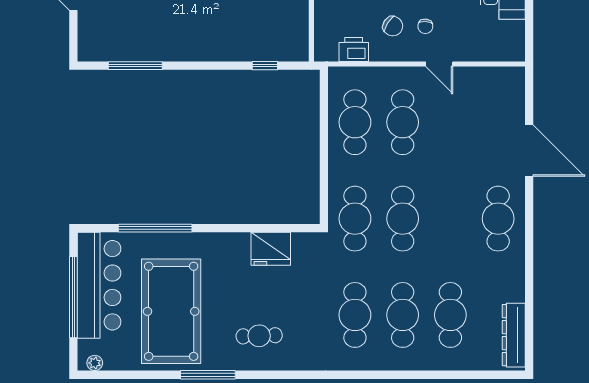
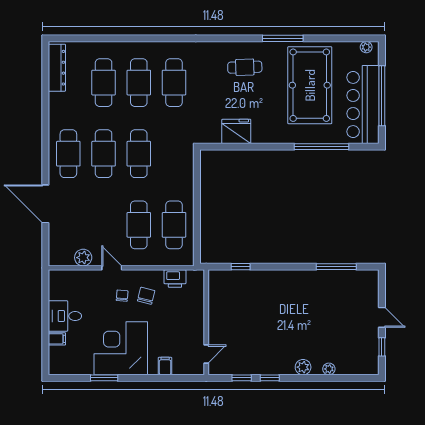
chair: (393, 26) -> (146, 296), turned 71
plant: (478, 78) -> (83, 258), added
cafe table: (355, 219) -> (104, 154), moved

